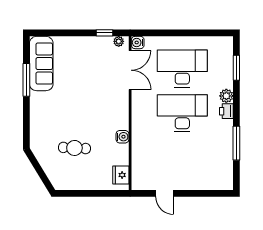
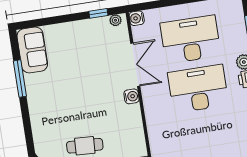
sofa: (41, 64) -> (32, 50), width x0.73
double door: (130, 70) -> (135, 65), moved
water cooler: (122, 137) -> (131, 96), moved

